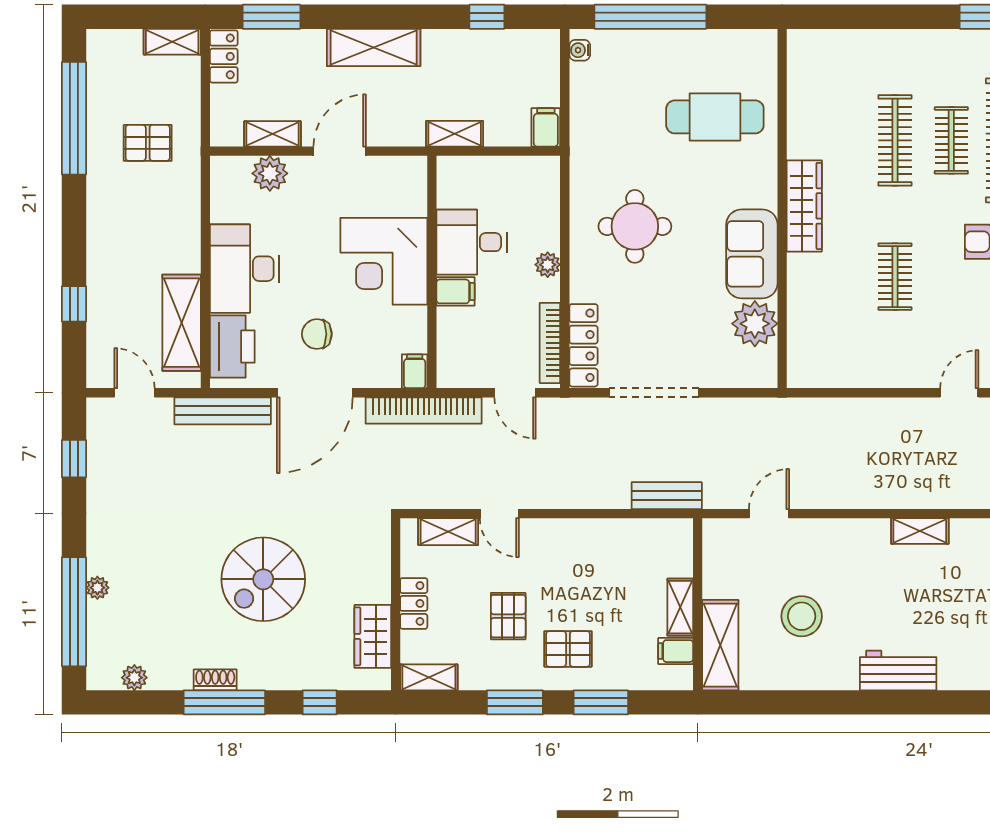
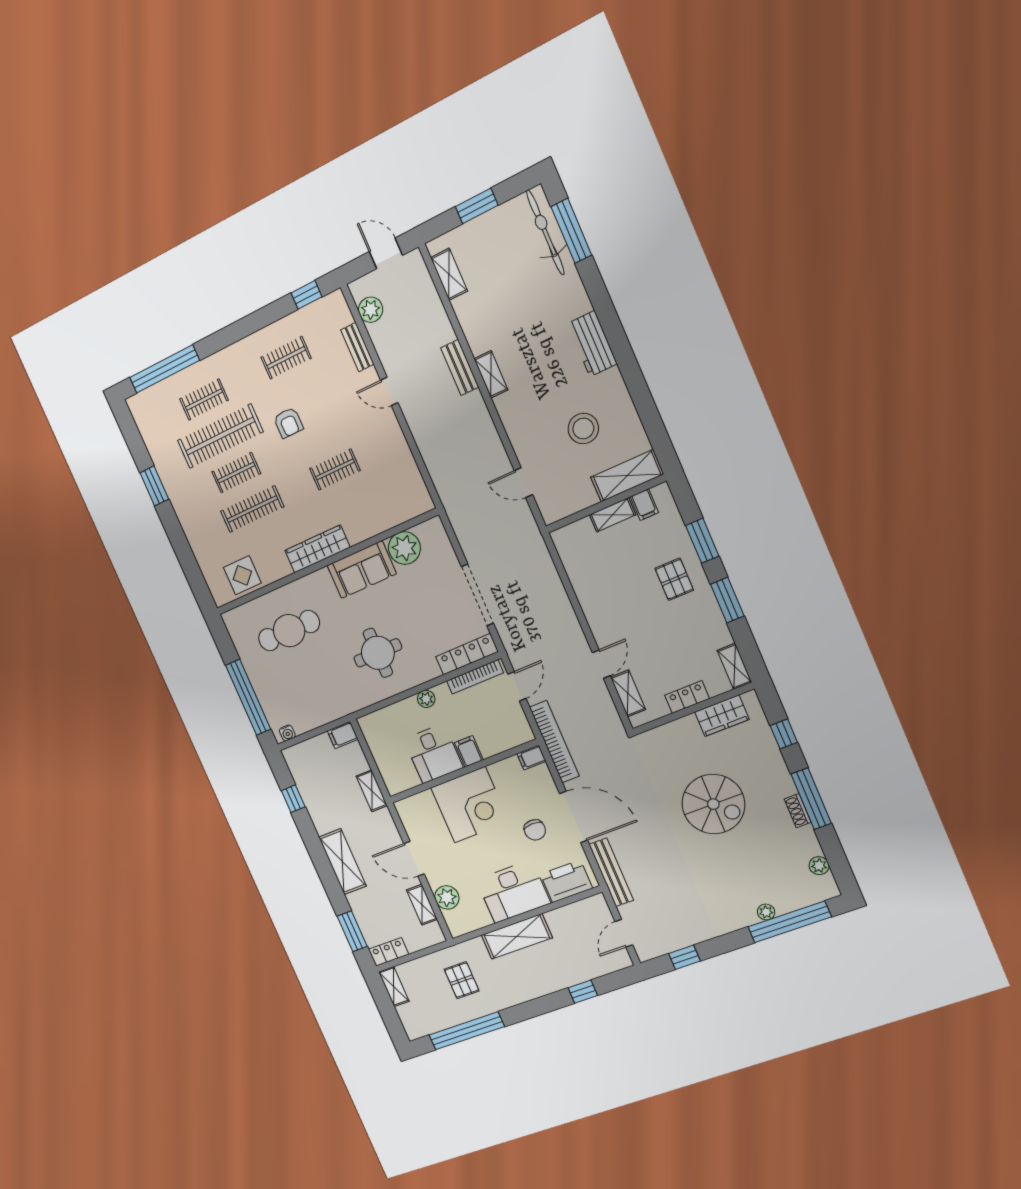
display table: (815, 86) -> (242, 575), added
cafe table: (715, 117) -> (289, 631), turned 90
shelving: (182, 323) -> (517, 936), moved
bench: (667, 496) -> (460, 368), moved
pallet: (508, 616) -> (669, 630), removed

